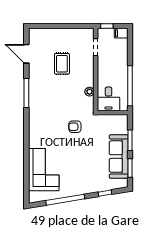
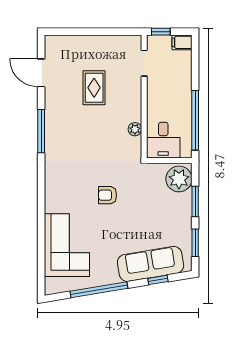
plant: (119, 125) -> (179, 179), added
armchair: (75, 127) -> (108, 195), moved
sofa: (119, 157) -> (151, 264), moved, turned 81

